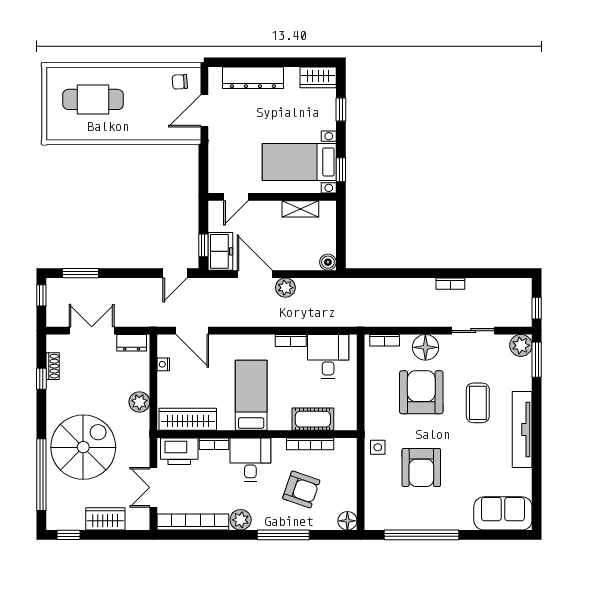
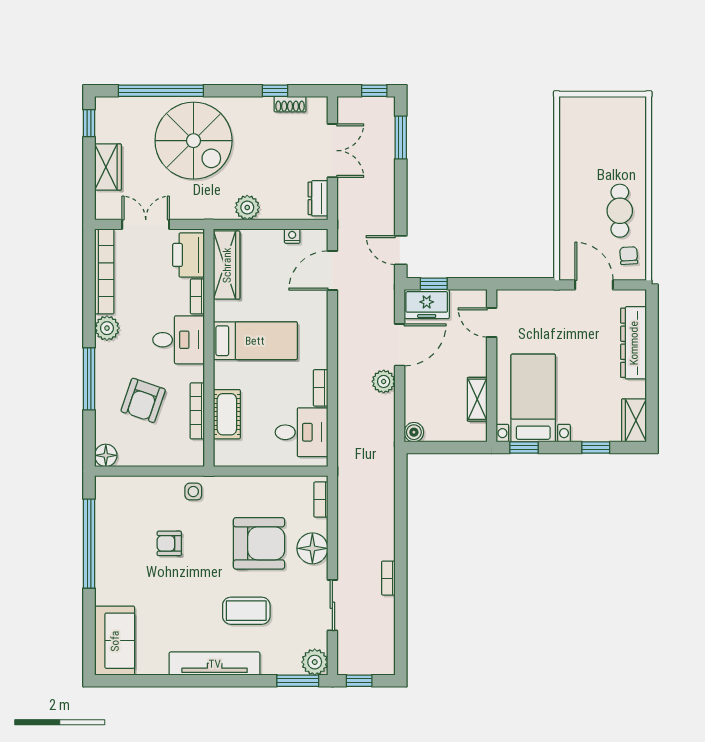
cafe table: (93, 99) -> (620, 211), moved, width x0.73, depth x0.74
armchair: (421, 467) -> (169, 543), width x0.53, depth x0.53

